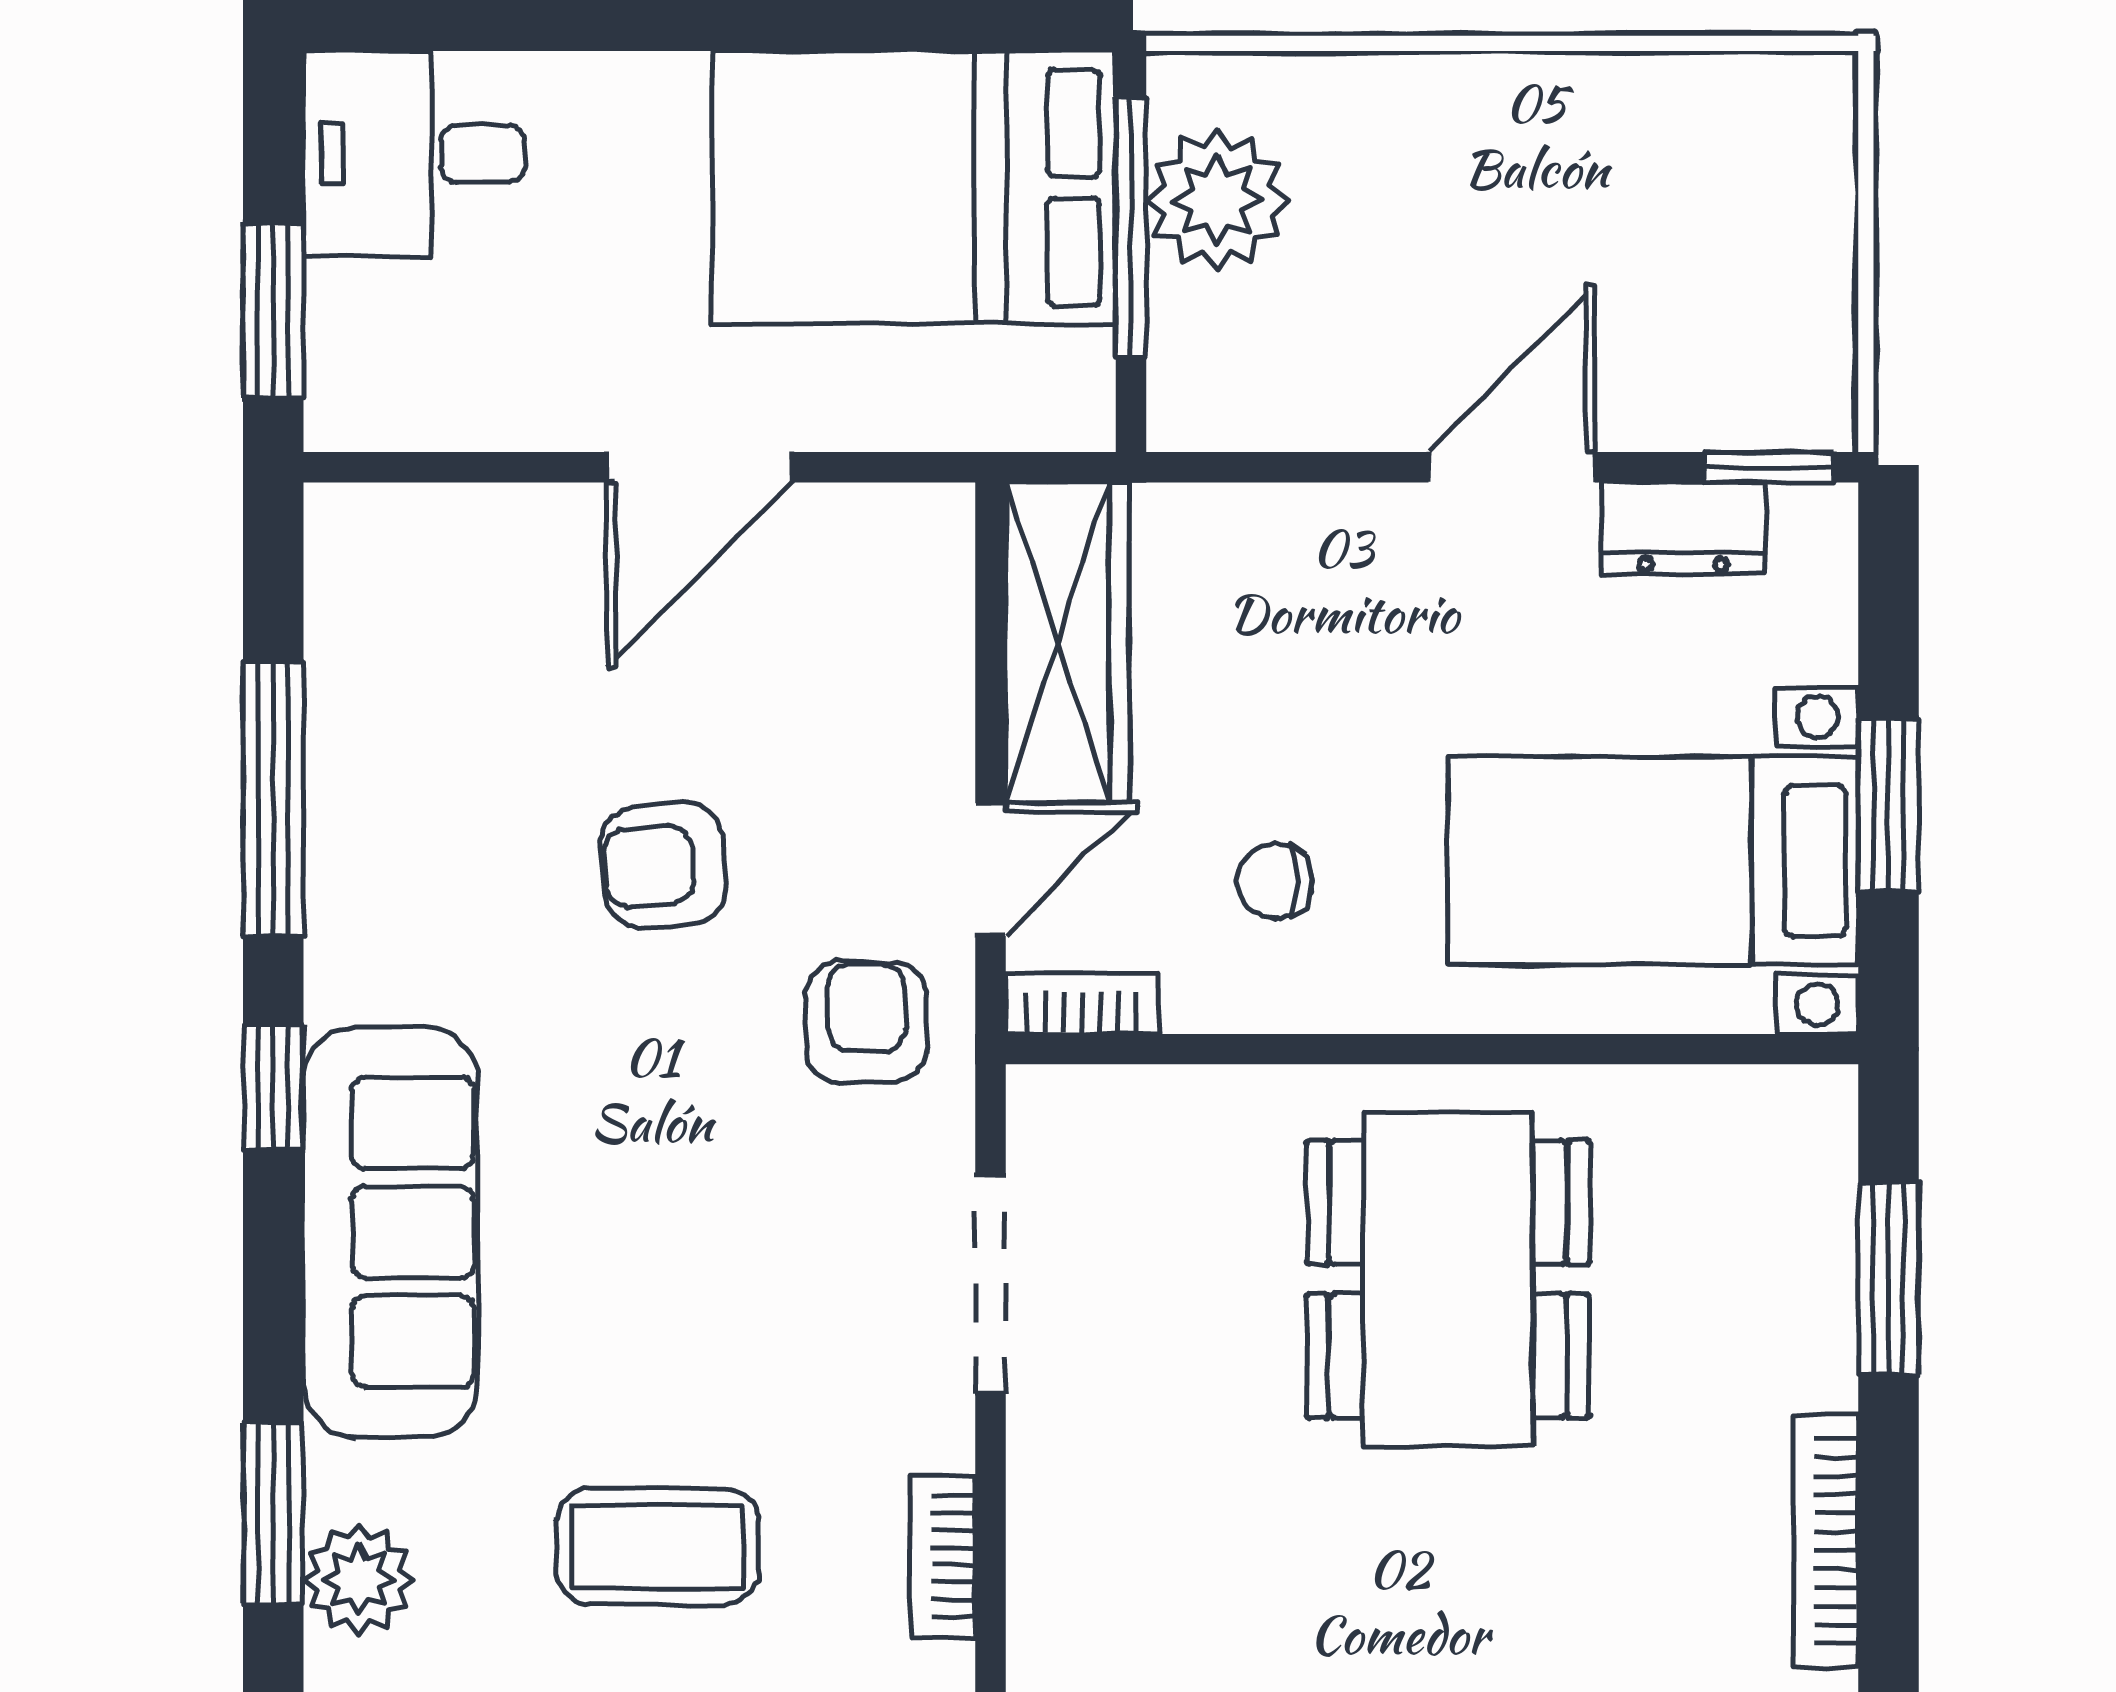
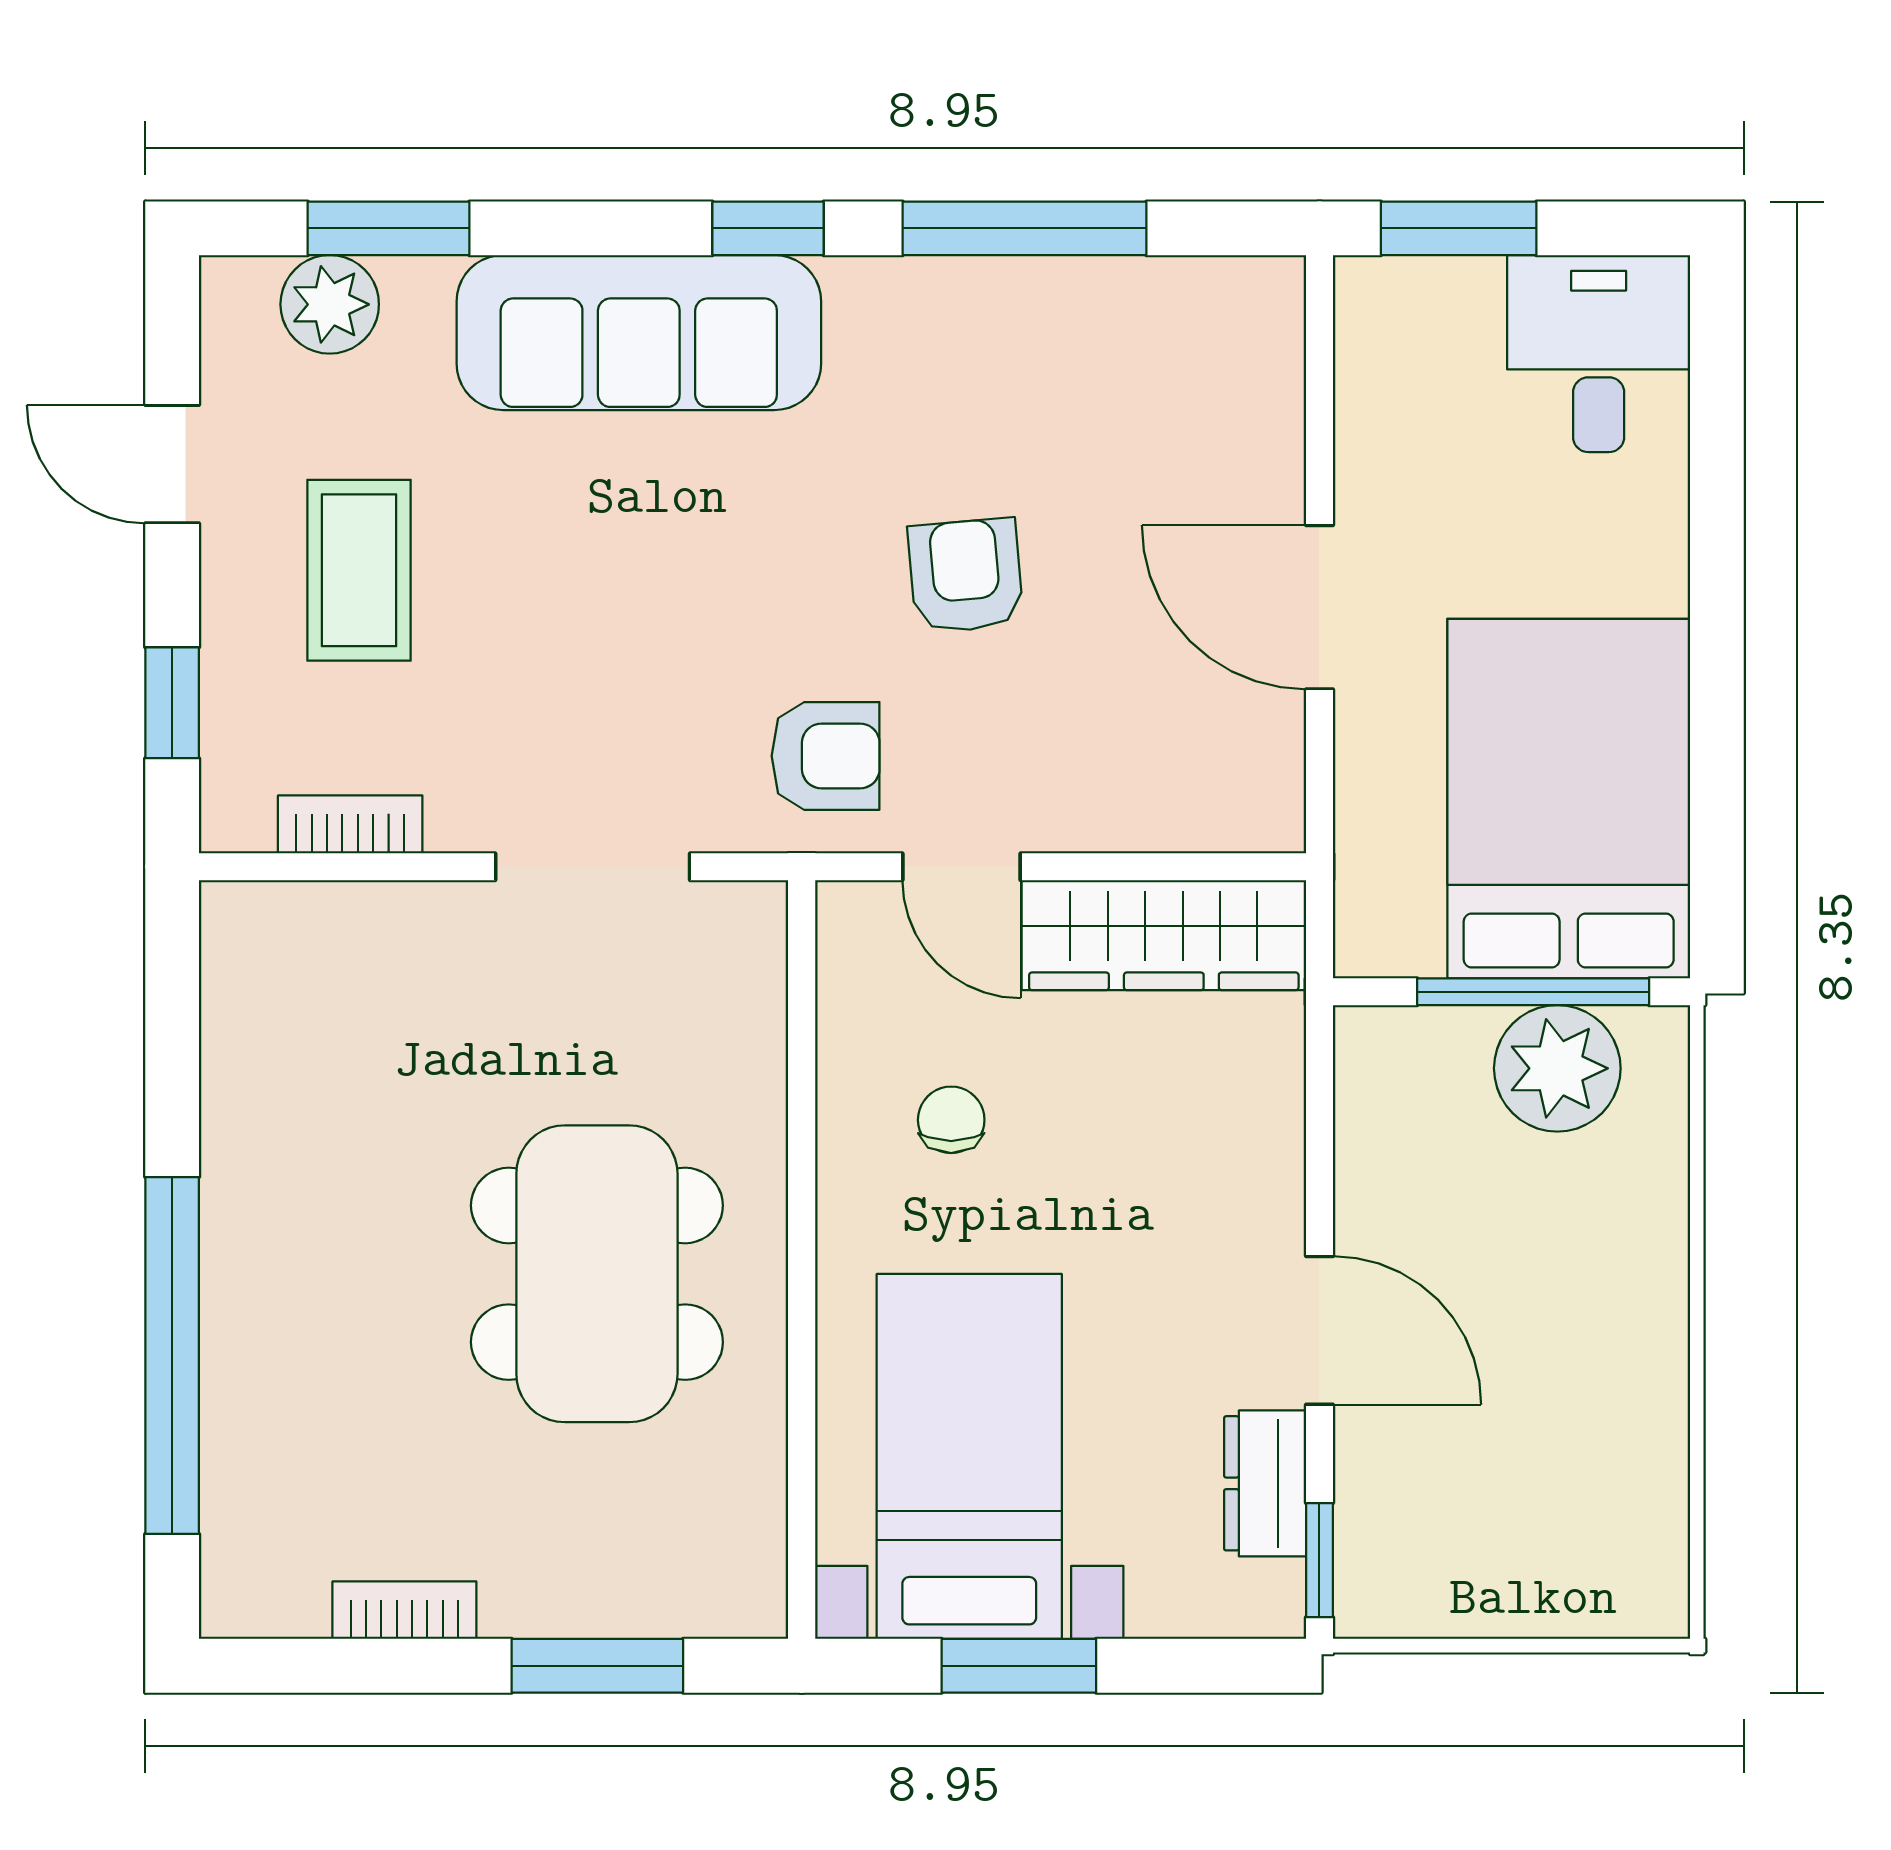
bookcase: (1082, 1004) -> (842, 948), removed
dining table: (1448, 1279) -> (597, 1274), turned 90
bookcase: (1826, 1541) -> (404, 1610), width x0.64

